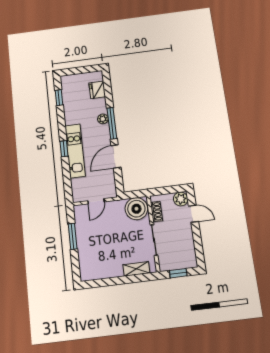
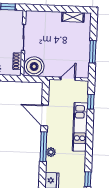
window: (64, 149) -> (91, 102), moved
door: (116, 156) -> (45, 116), swing flipped
shelving: (136, 269) -> (73, 17), moved

